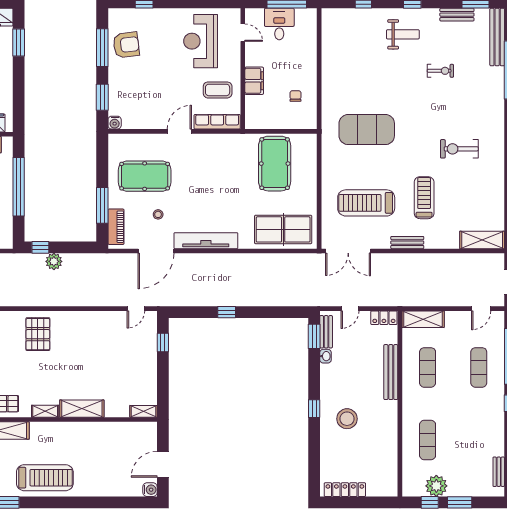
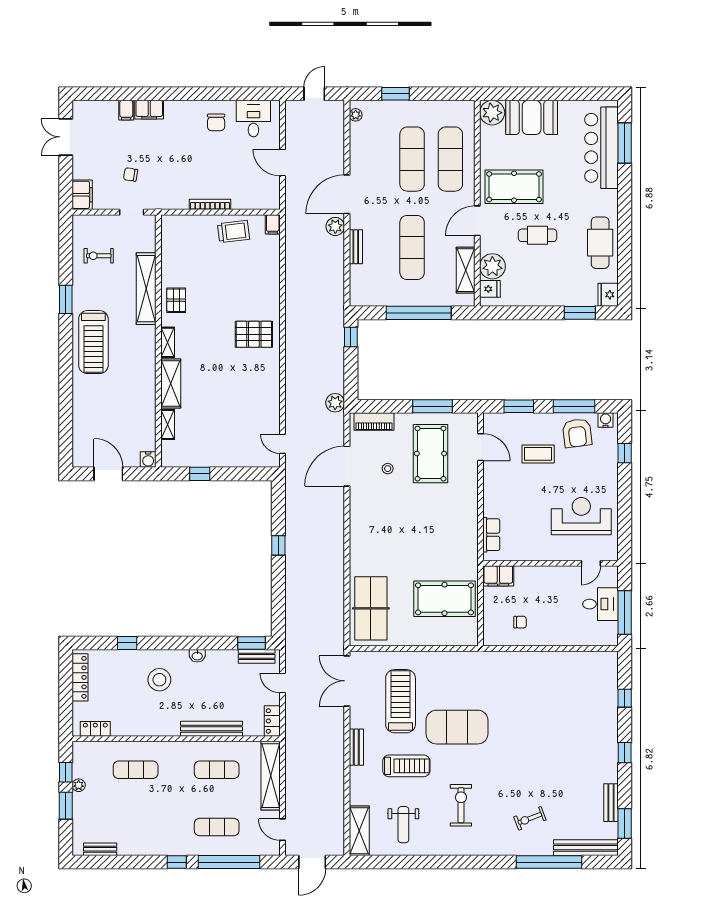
weight bench: (403, 34) -> (403, 825), moved
exercise bike: (440, 71) -> (530, 818), moved, turned 69
filing cabinet: (254, 81) -> (498, 576), moved
coffee table: (218, 90) -> (538, 454), moved, turned 90
row of seats: (217, 122) -> (491, 535), width x0.68
water cooler: (115, 123) -> (606, 420), moved, turned 90
exercise mat: (367, 130) -> (457, 727), moved, turned 90
door: (179, 131) -> (481, 447), moved
window: (102, 205) -> (432, 406), moved
tv unit: (206, 241) -> (358, 522), removed
door: (156, 251) -> (347, 466), hinge flipped
plant: (54, 261) -> (335, 403), moved
shelving: (423, 319) -> (271, 776), width x1.47
window: (163, 343) -> (200, 474), moved
washbasin: (326, 356) -> (197, 656), moved
window: (314, 409) -> (127, 643), moved
shelving: (143, 411) -> (168, 425), moved
locker: (391, 476) -> (95, 729), added
plant: (436, 486) -> (79, 785), width x0.53, depth x0.53
water cooler: (150, 490) -> (148, 460), moved

